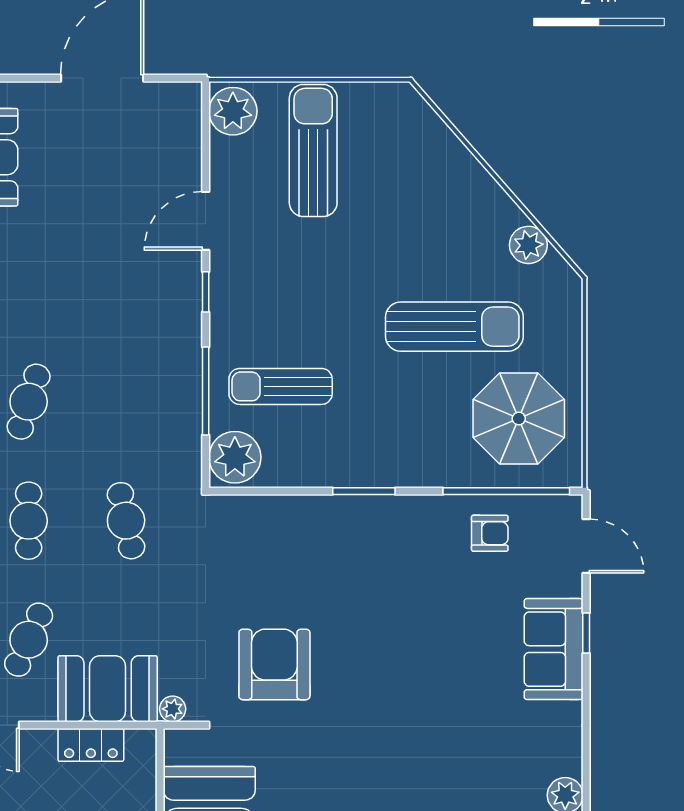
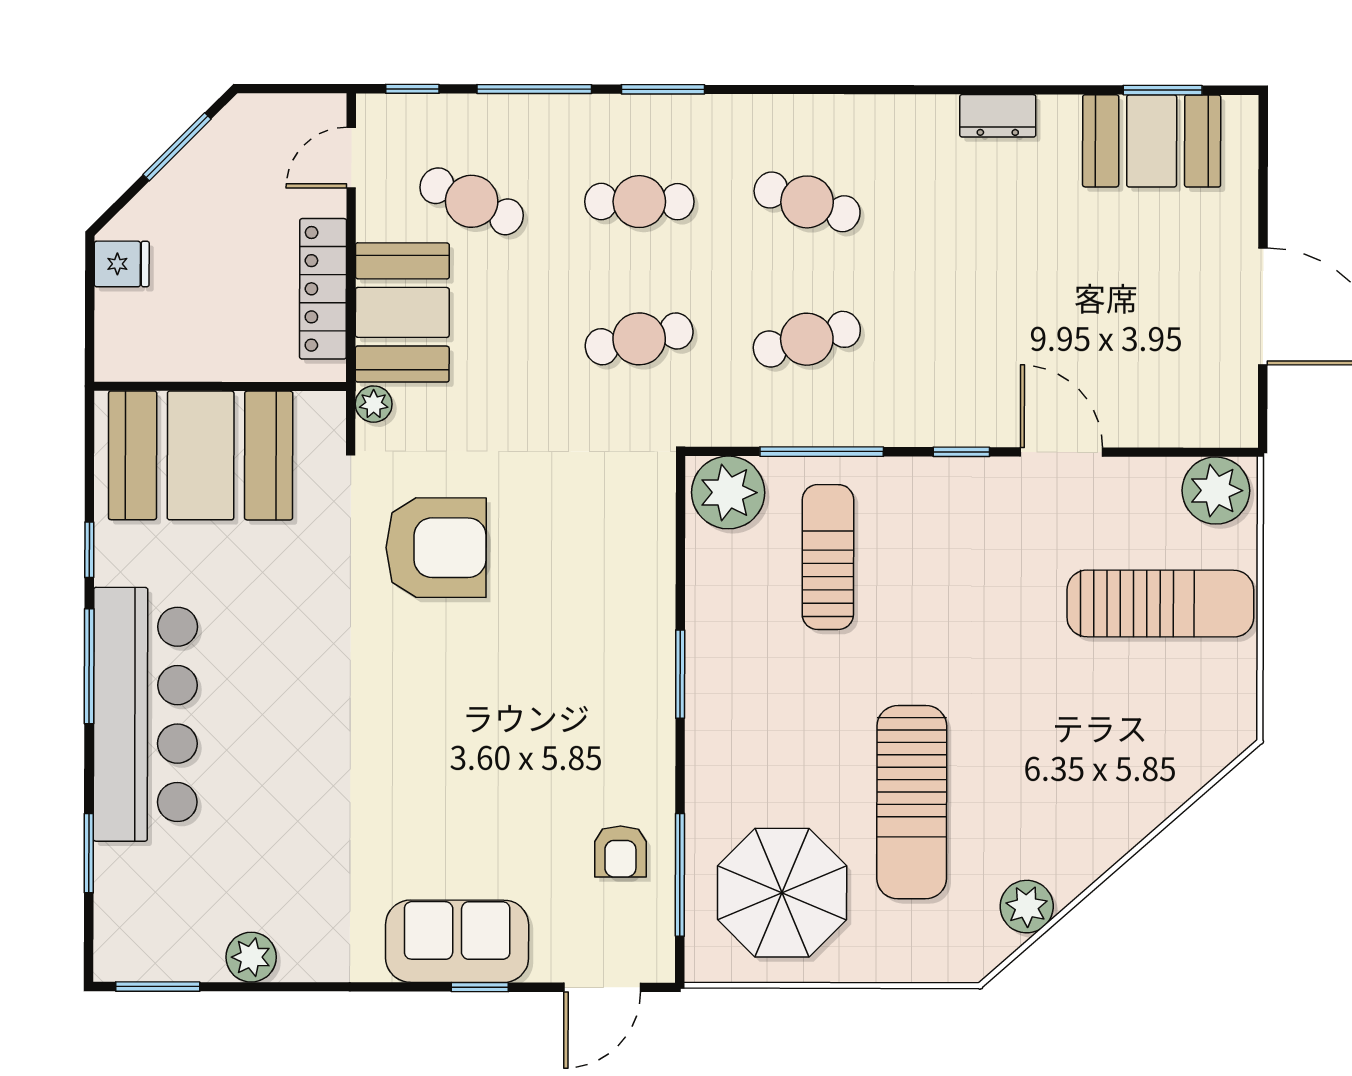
cafe table: (126, 402) -> (807, 339), added
window: (506, 491) -> (680, 875), width x0.68
locker: (91, 745) -> (323, 289), width x1.53

